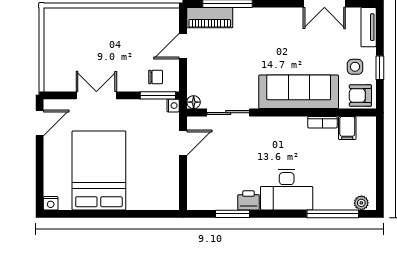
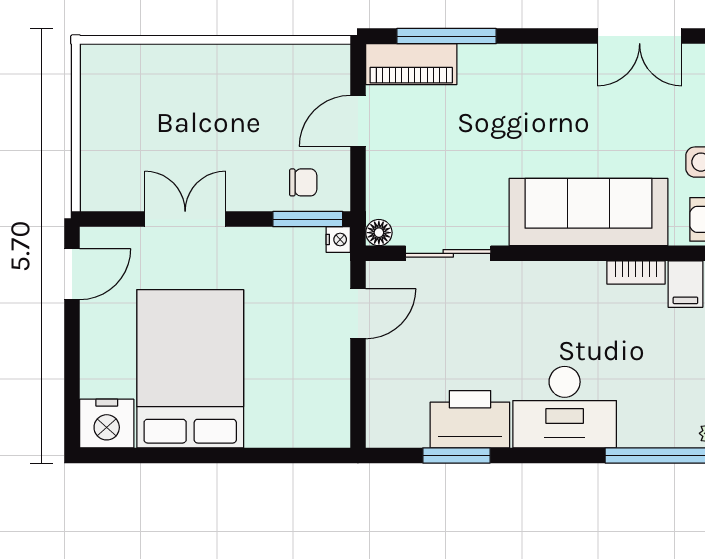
printer: (248, 200) -> (470, 419), width x1.87, depth x1.48
nightstand: (51, 203) -> (107, 423), width x1.89, depth x1.79

